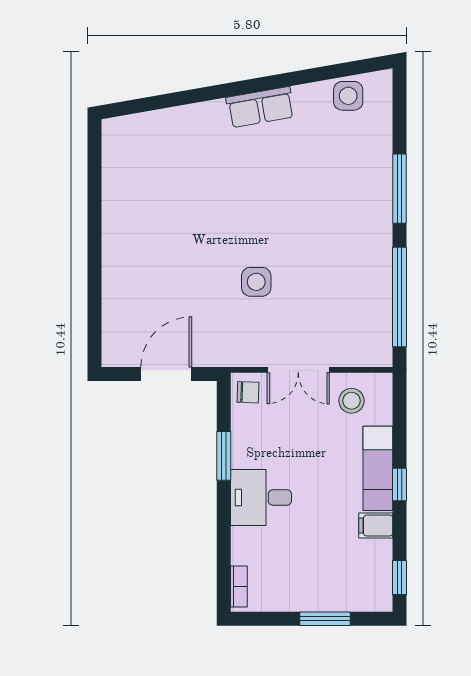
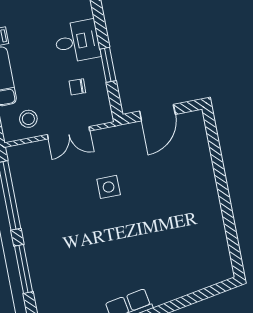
double door: (298, 370) -> (69, 133), swing flipped
chair: (248, 392) -> (77, 87), moved

